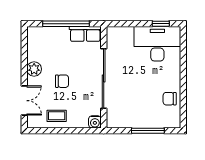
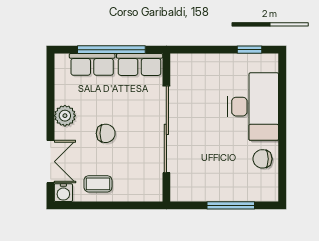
row of seats: (53, 34) -> (92, 64), added
desk: (157, 44) -> (253, 107), moved, turned 90
water cooler: (95, 122) -> (63, 193), moved

